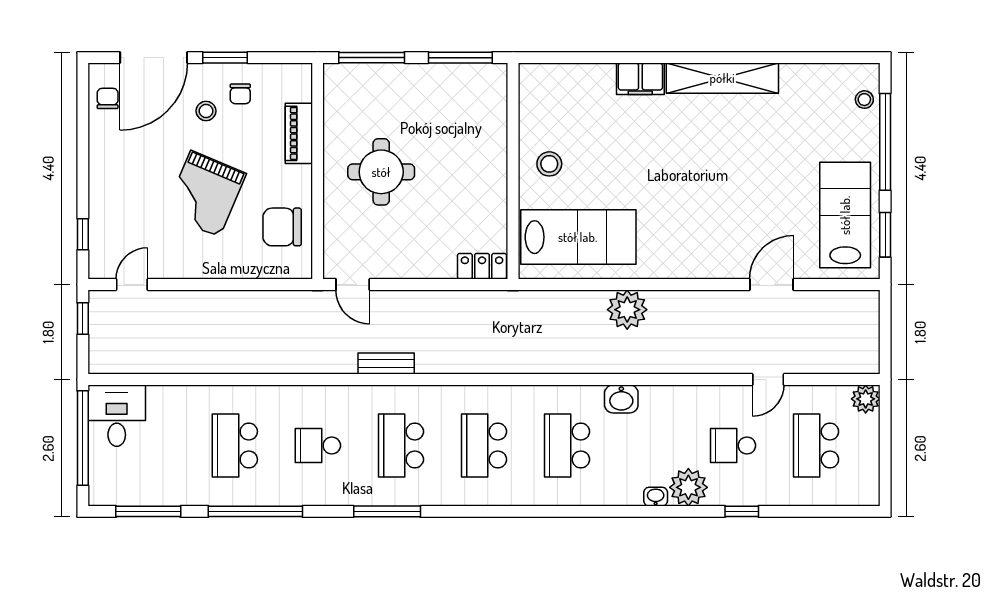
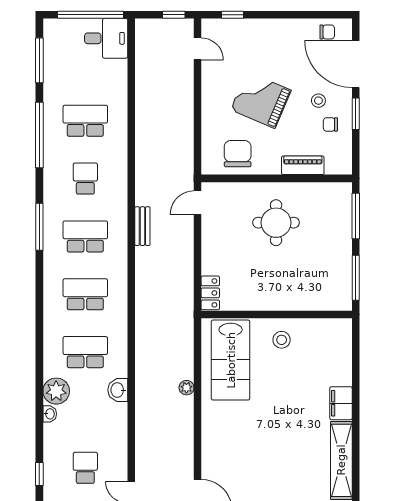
plant: (627, 310) -> (186, 388), width x0.53, depth x0.53
plant: (688, 487) -> (56, 391), moved

